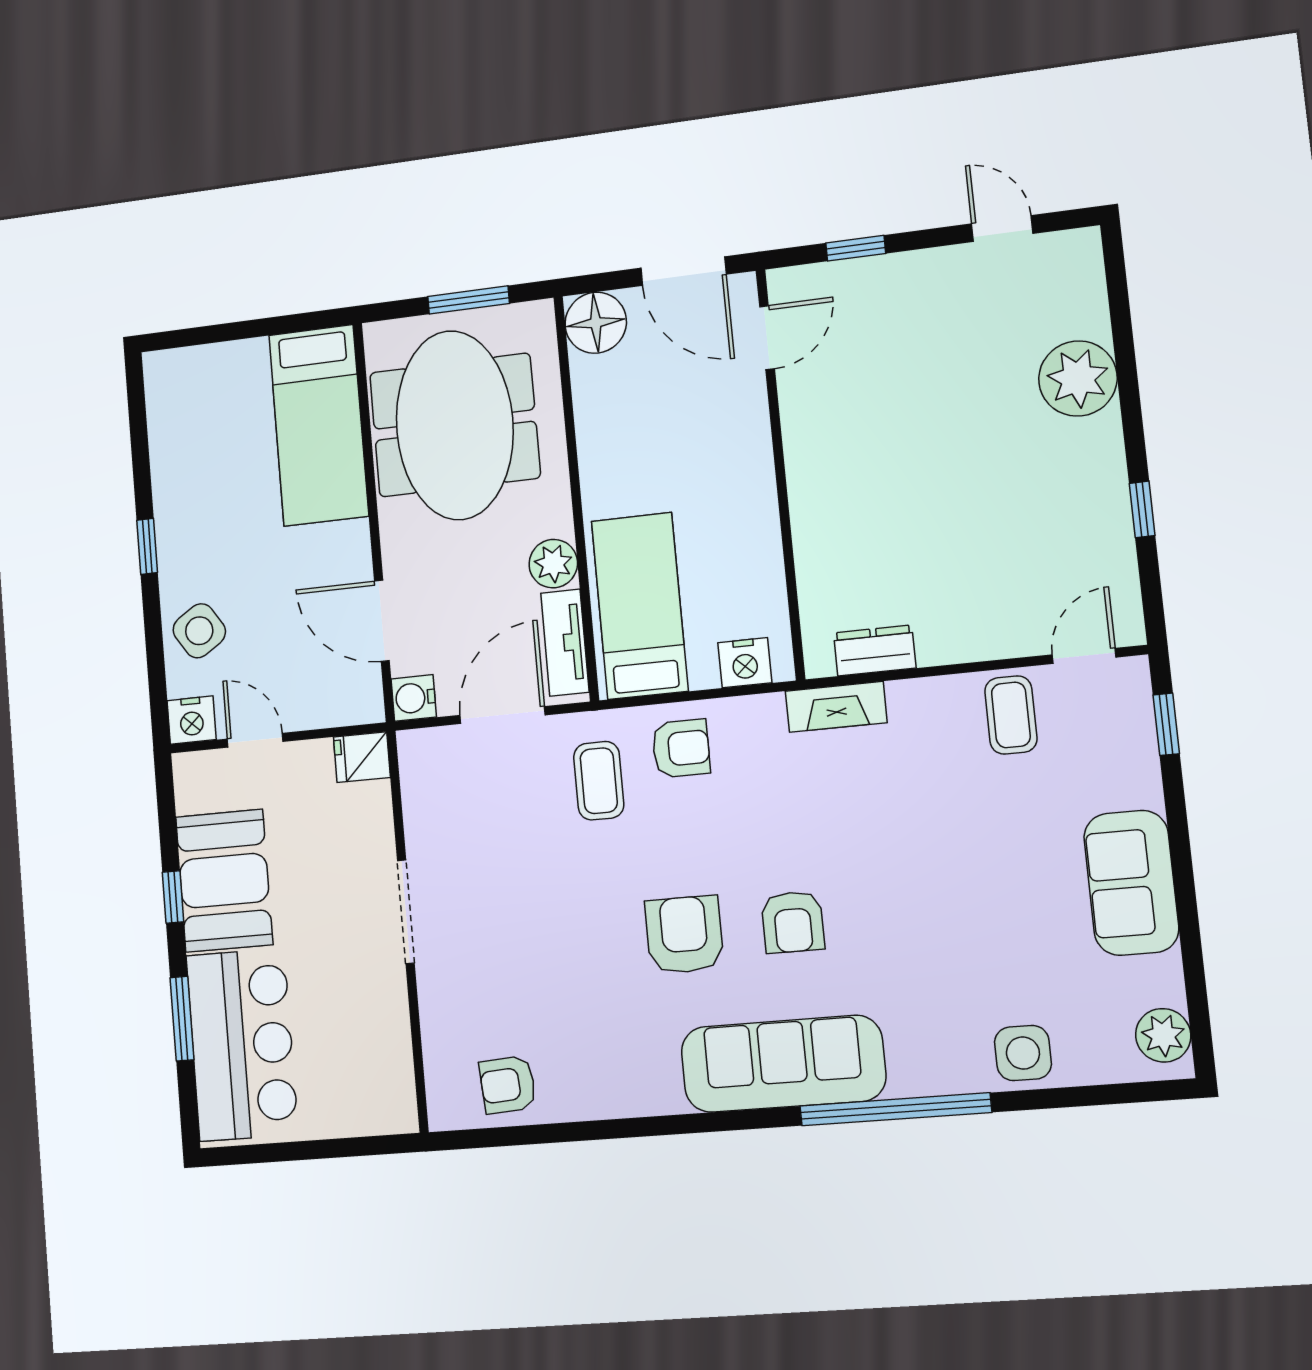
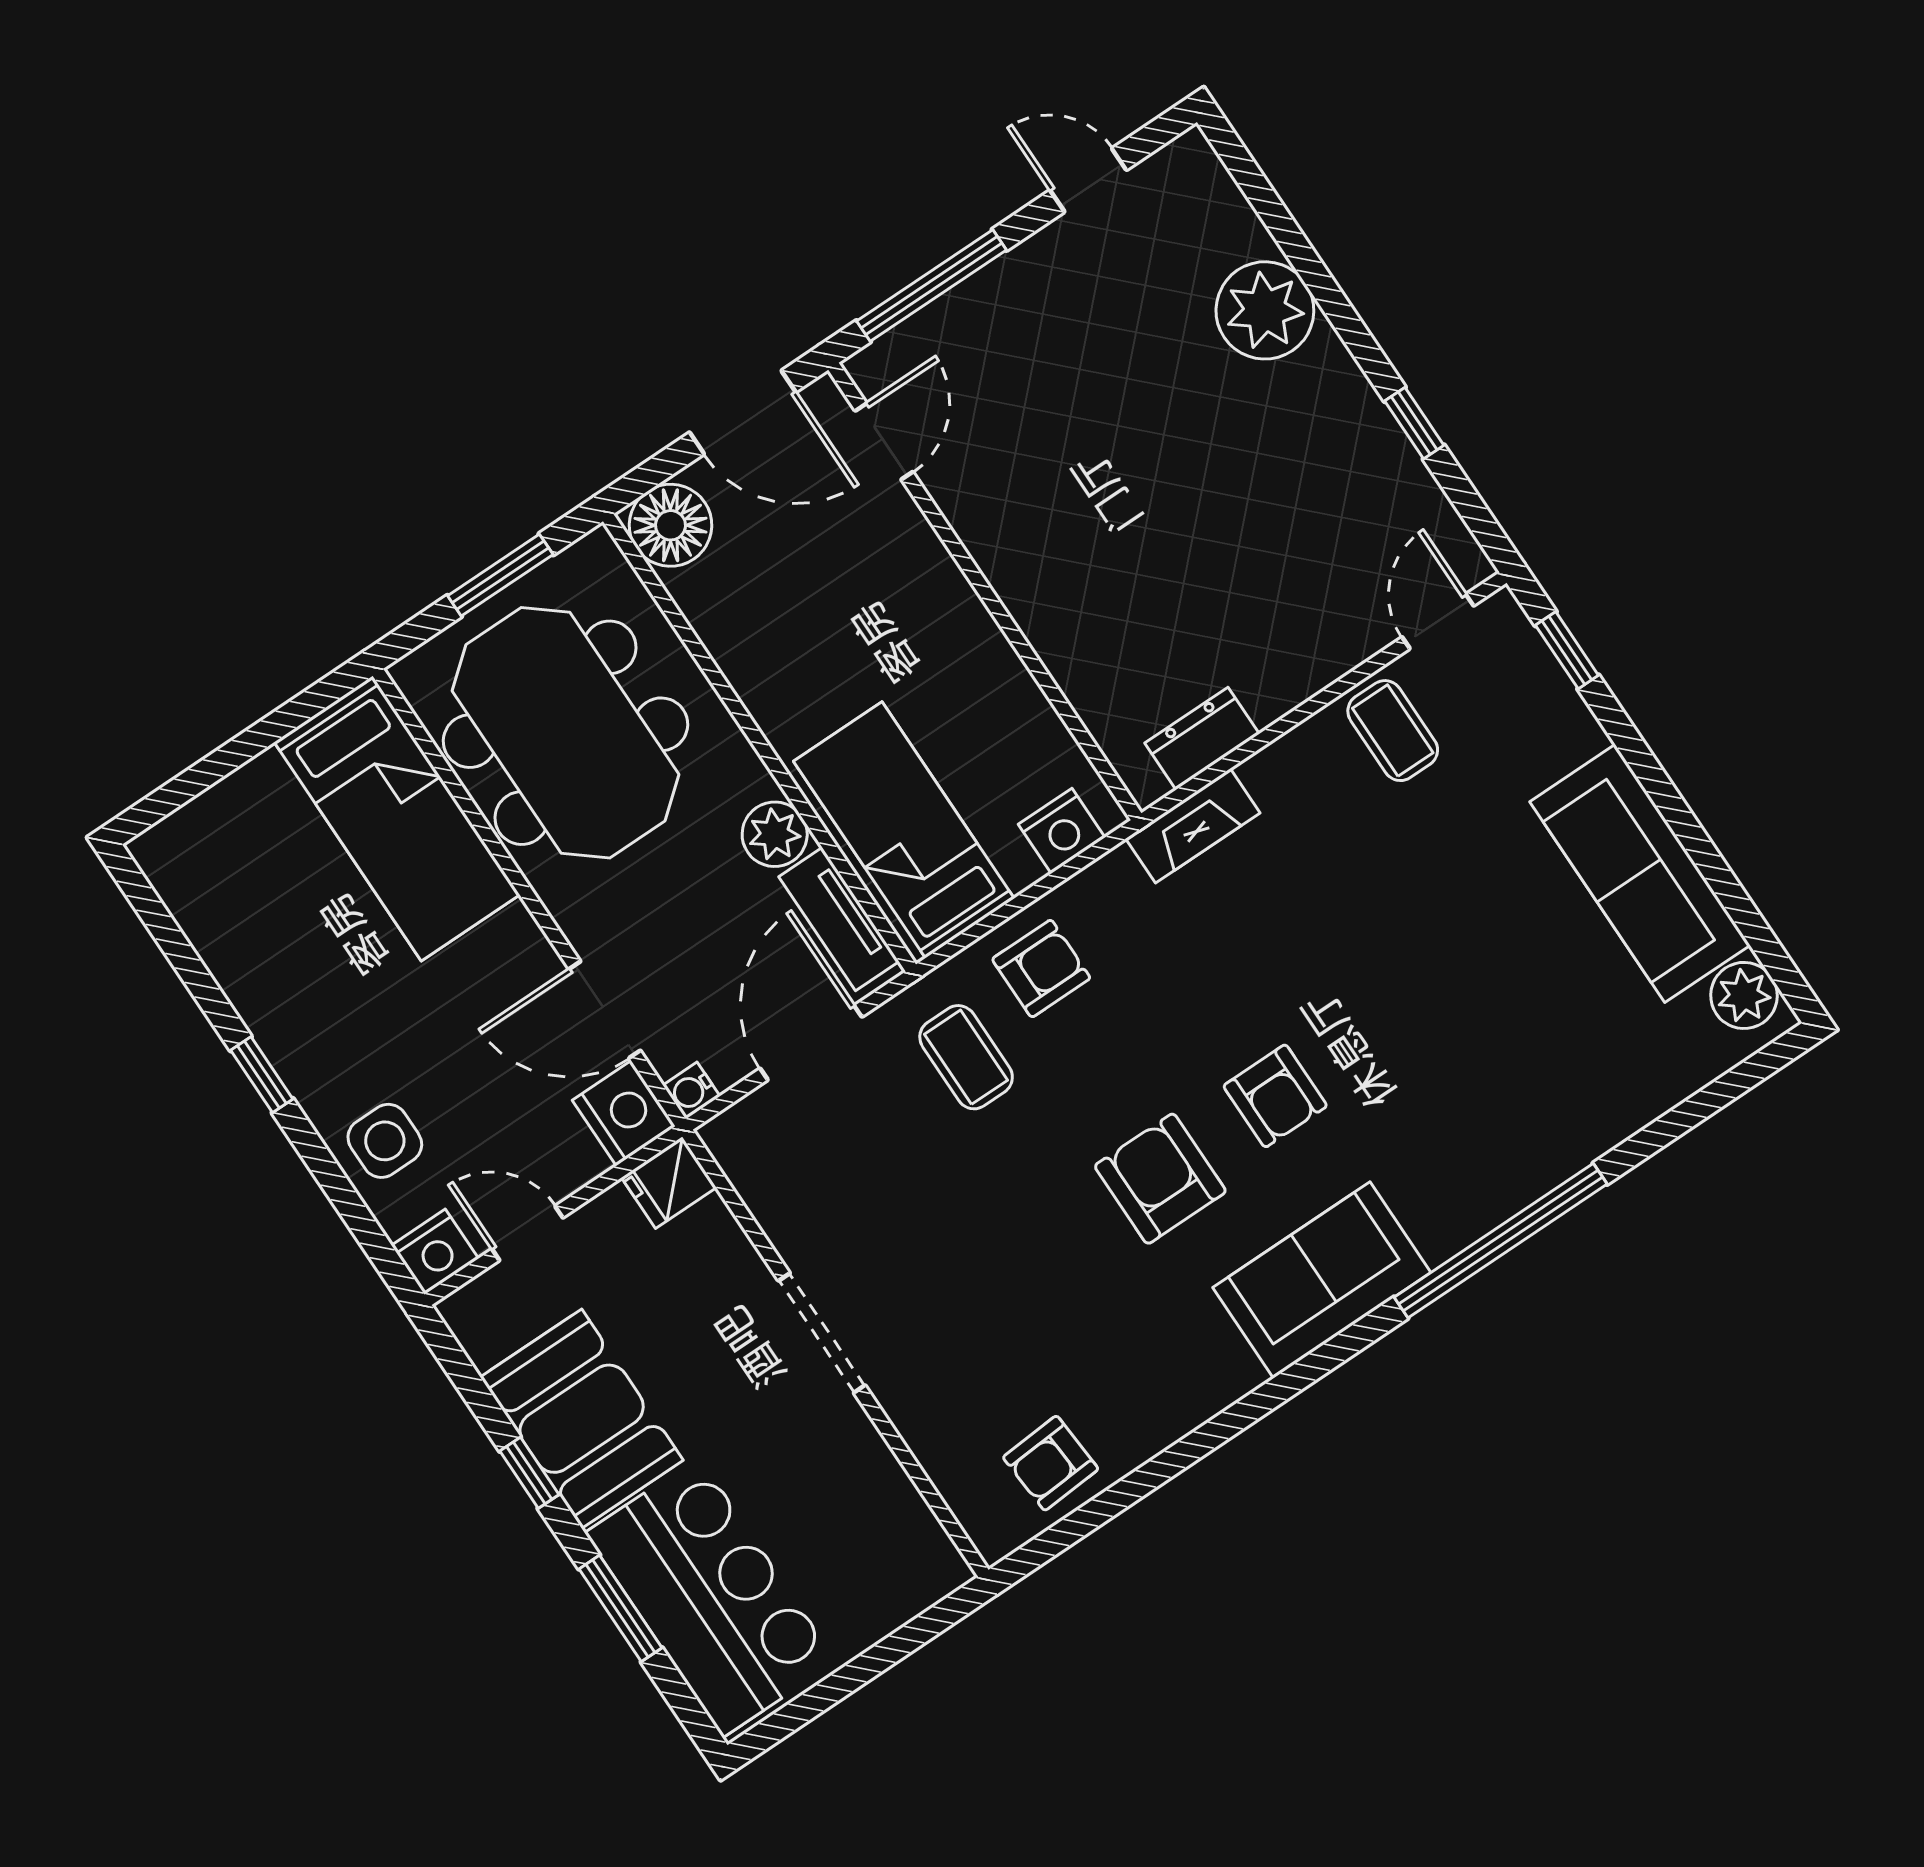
window: (856, 248) -> (931, 285), width x2.17
side table: (199, 631) -> (385, 1141), turned 33
nightstand: (358, 695) -> (624, 1113), added
water cooler: (414, 698) -> (691, 1091), width x0.72, depth x0.72
sofa: (1131, 883) -> (1640, 873), width x1.36
side table: (1023, 1053) -> (1605, 1100), removed
sofa: (783, 1064) -> (1322, 1280), width x0.73

